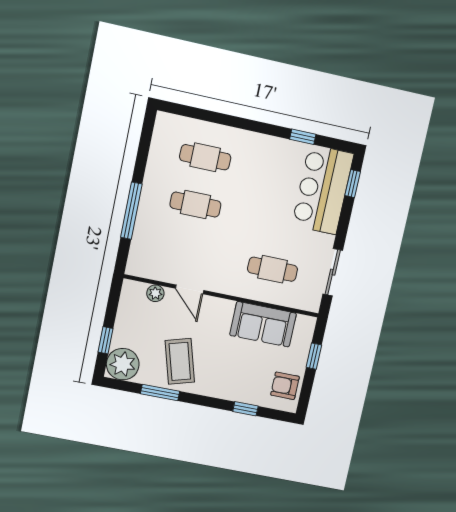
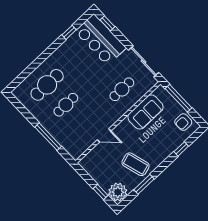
cafe table: (205, 157) -> (47, 85), width x1.37, depth x1.35
sliding door: (333, 272) -> (144, 61), width x1.37
plant: (155, 293) -> (95, 153), removed
window: (314, 356) -> (178, 98), width x2.17

